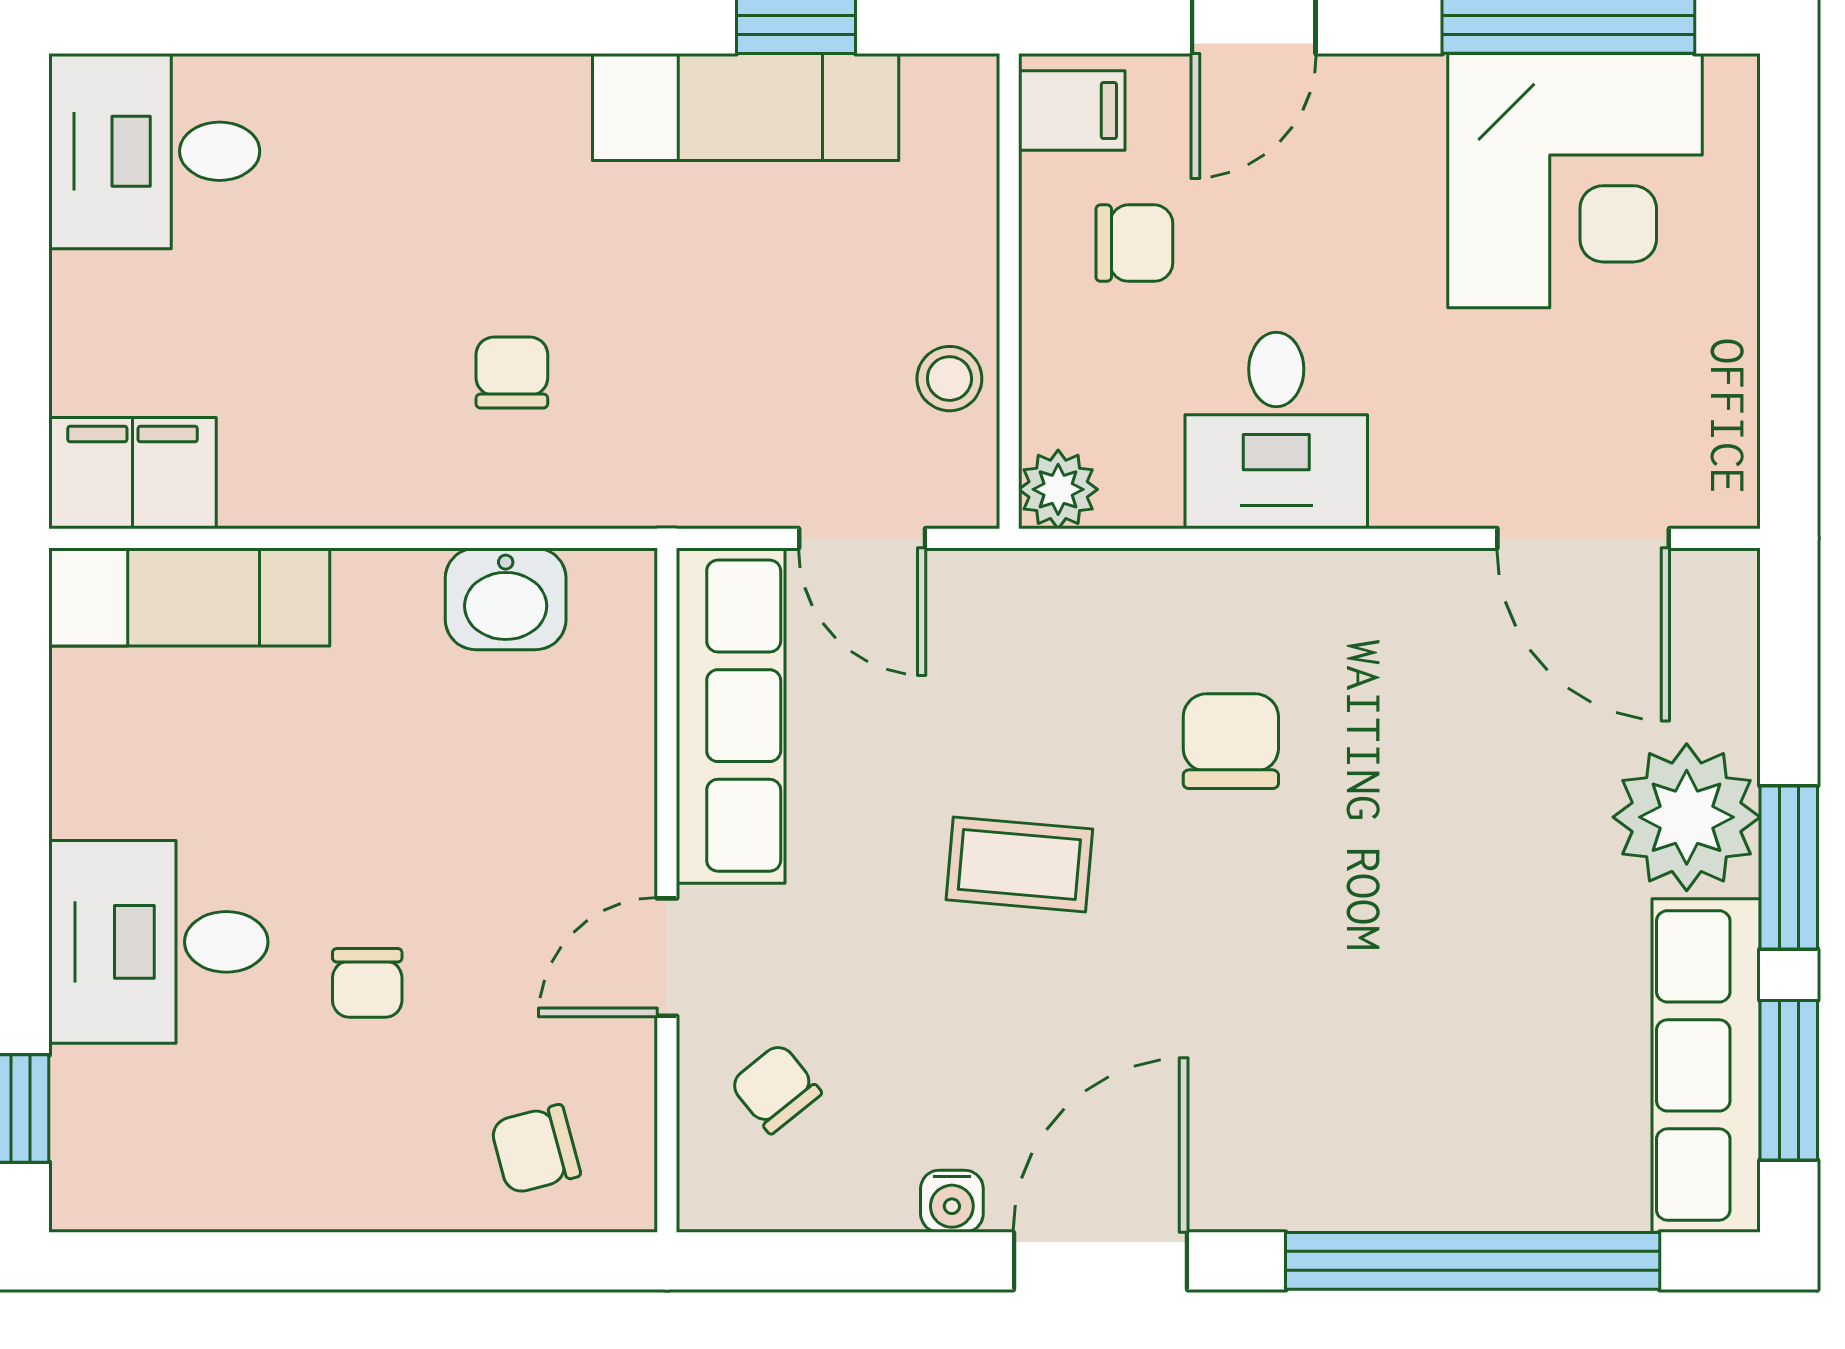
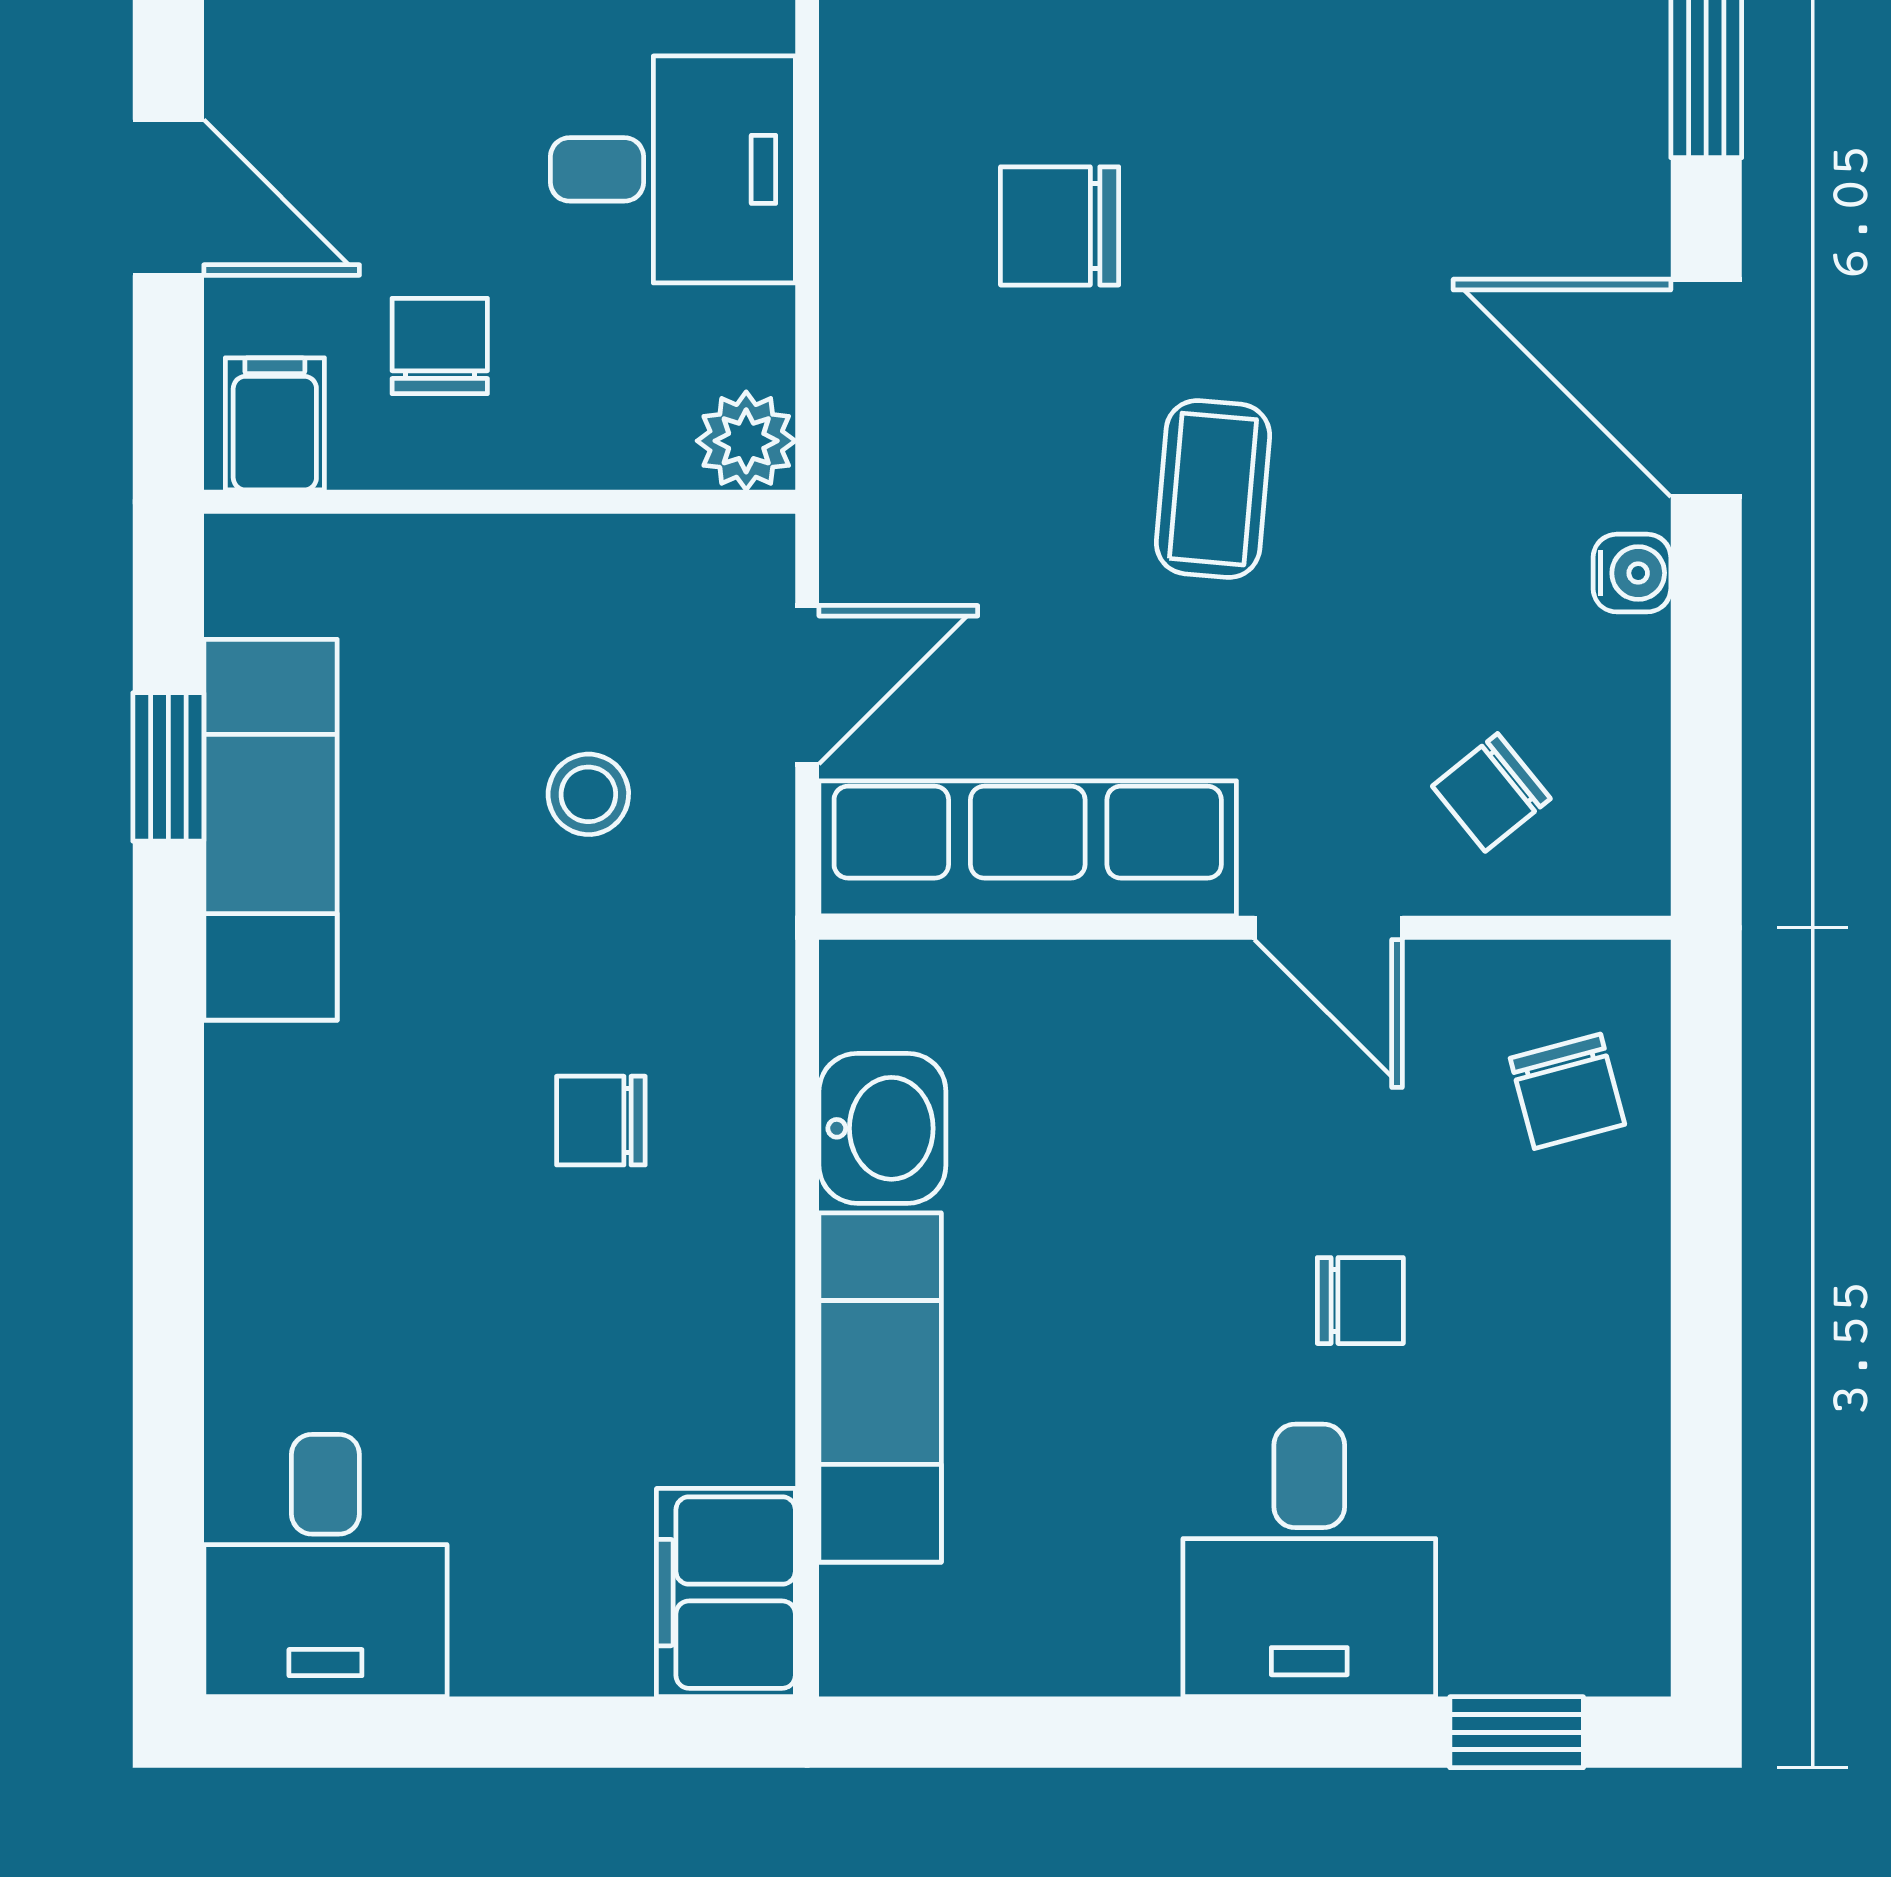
stool: (949, 379) -> (588, 794), moved
exam couch: (189, 597) -> (880, 1387), moved

